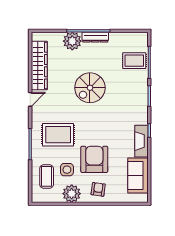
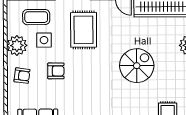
spiral stairs: (90, 88) -> (137, 66), turned 90
armchair: (94, 159) -> (56, 71), width x0.53, depth x0.53

